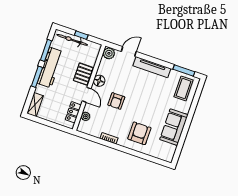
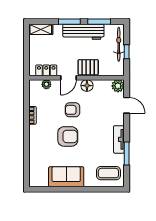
tv unit: (152, 67) -> (119, 139), width x0.71
window: (184, 70) -> (127, 154), moved
armchair: (139, 133) -> (68, 136), moved

